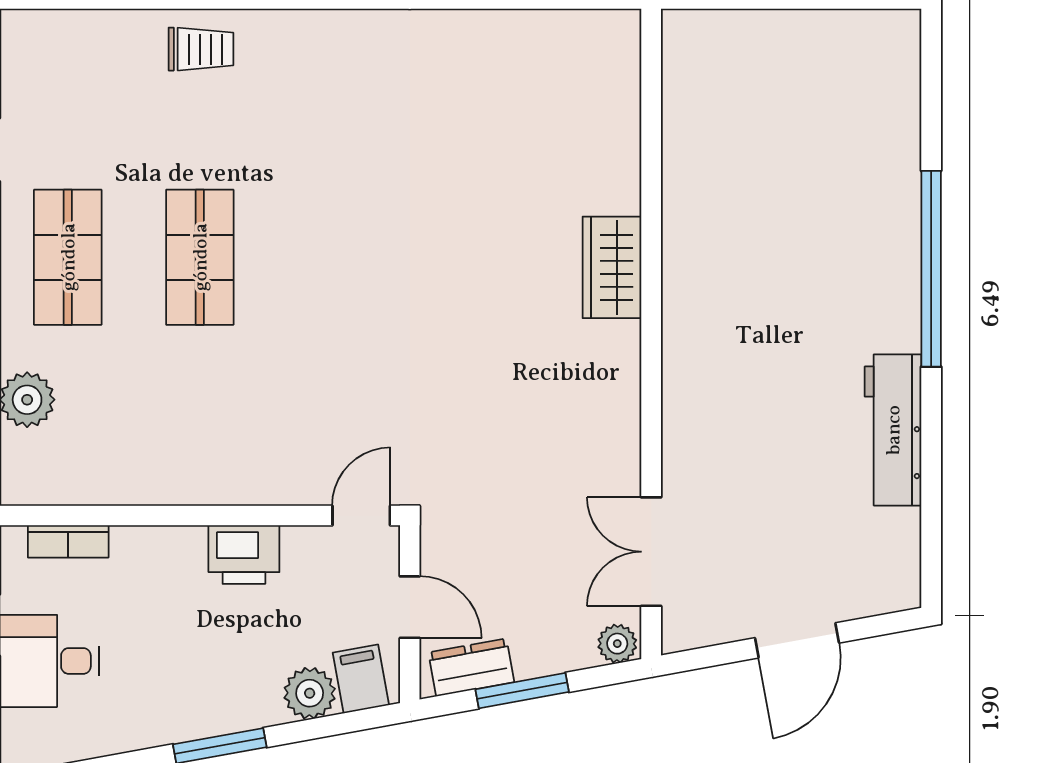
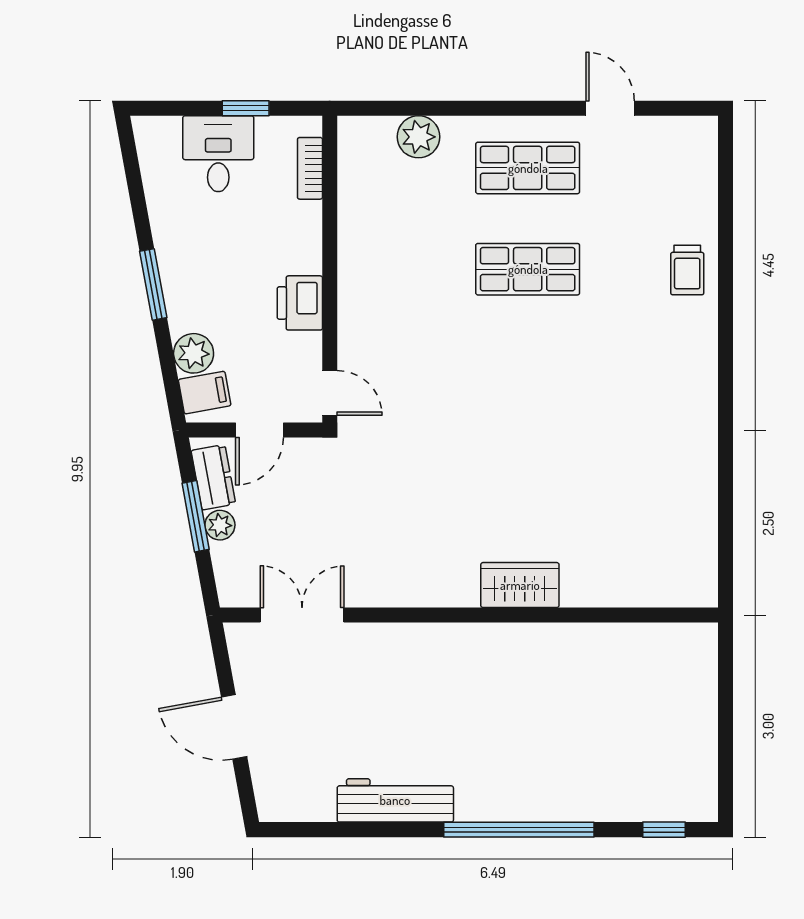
window: (931, 79) -> (664, 830), added
plant: (617, 644) -> (220, 525), moved

